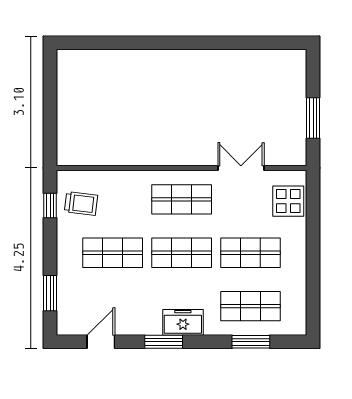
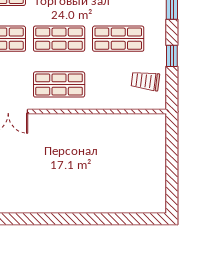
window: (50, 206) -> (172, 56), moved

